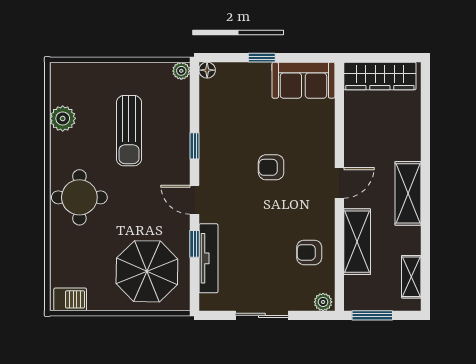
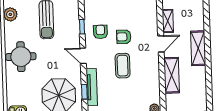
coffee table: (267, 220) -> (123, 66), added
window: (195, 244) -> (84, 92), moved
armchair: (309, 252) -> (100, 32), moved, turned 90
shelving: (411, 277) -> (168, 21), moved

